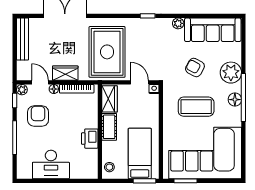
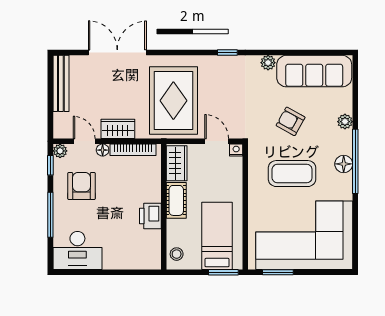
plant: (231, 73) -> (345, 122), width x0.53, depth x0.53
desk: (51, 164) -> (77, 250), moved

